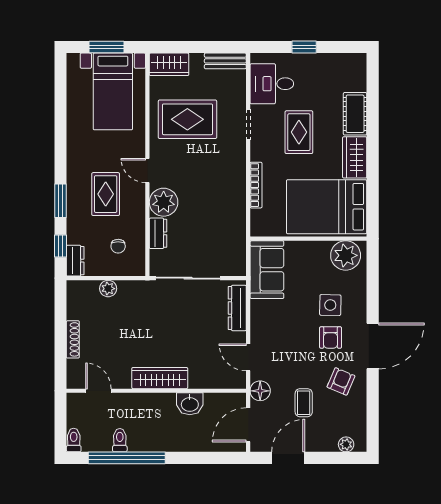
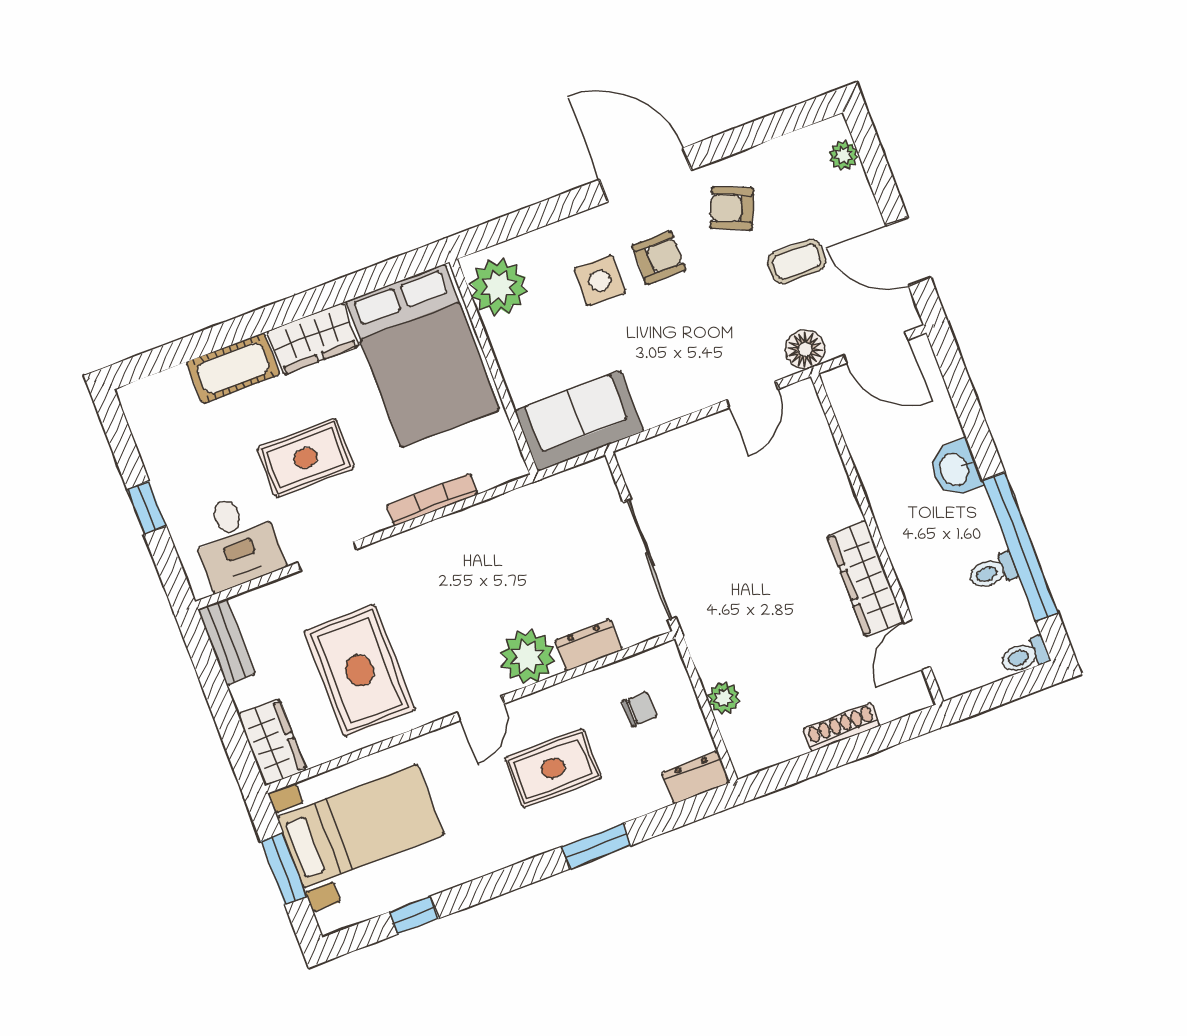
window: (60, 246) -> (414, 915), moved
dresser: (237, 308) -> (670, 449), removed
wardrobe: (160, 378) -> (866, 579), moved
washbasin: (190, 404) -> (955, 469), moved, turned 180

